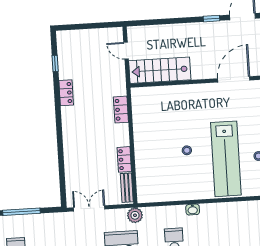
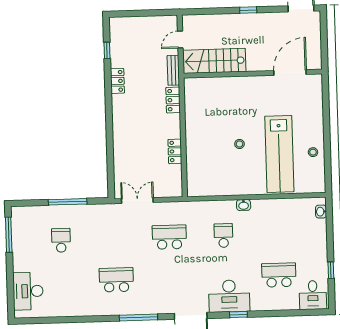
window: (212, 19) -> (248, 10), moved
door: (126, 51) -> (180, 40), hinge flipped
bench: (127, 188) -> (173, 70), moved
plant: (135, 215) -> (184, 209), removed

